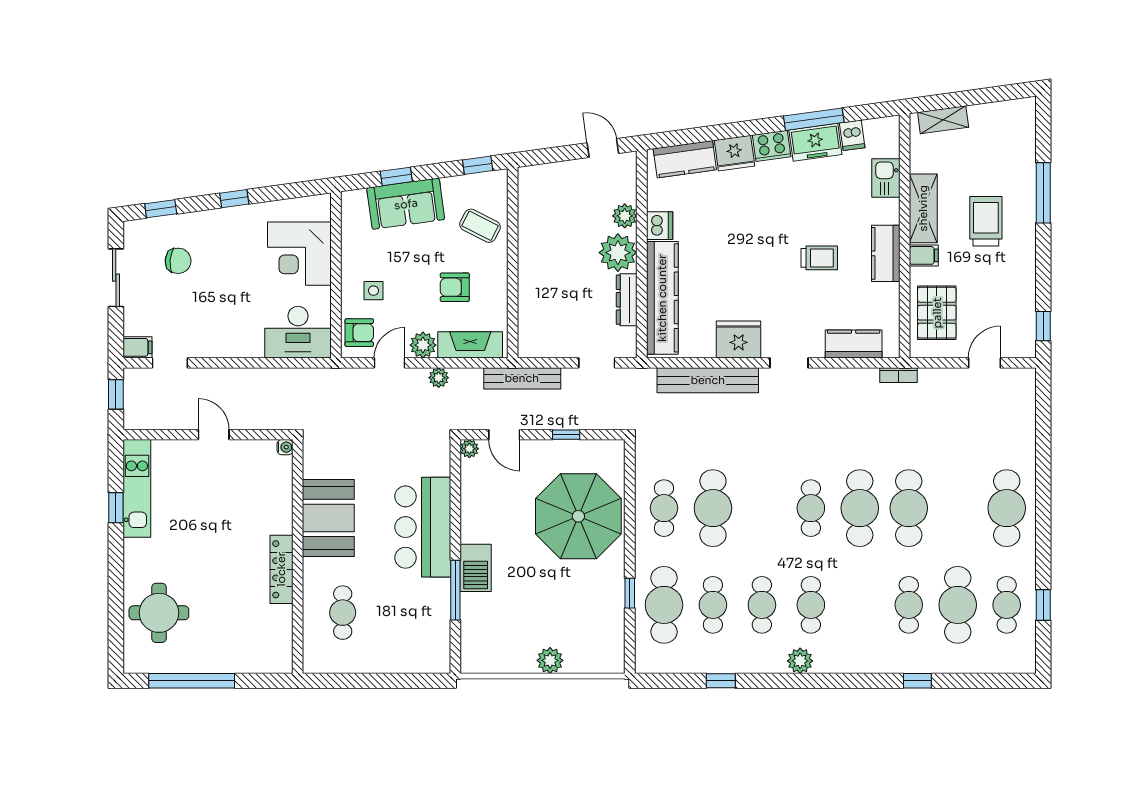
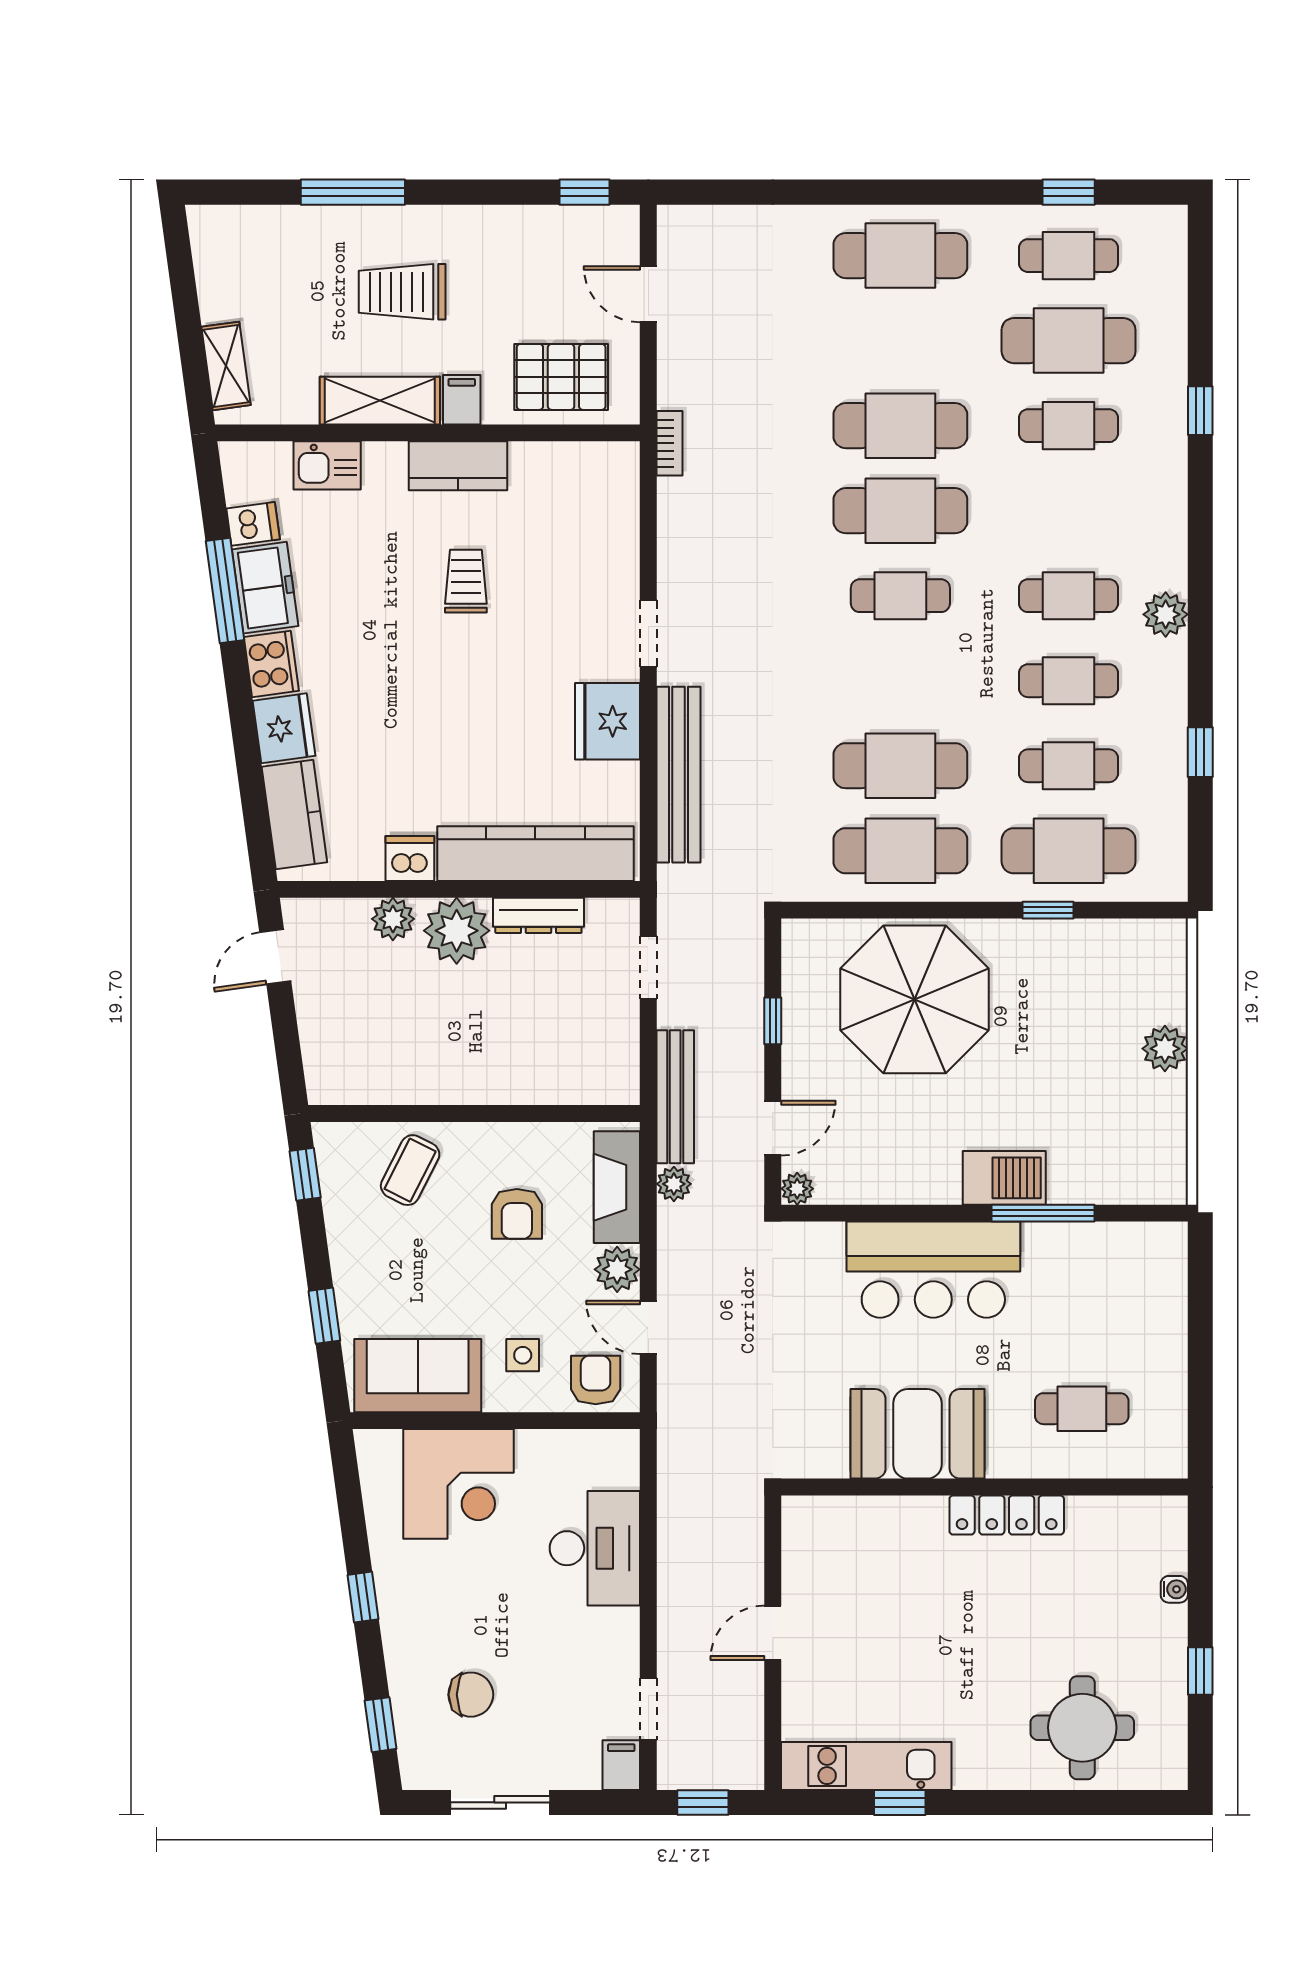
sofa: (406, 204) -> (418, 1376), moved, turned -82
chair: (178, 261) -> (471, 1695), turned 85
desk: (298, 332) -> (595, 1548), moved
kitchen counter: (854, 344) -> (615, 521), removed
plant: (439, 378) -> (674, 1184), moved
water cooler: (285, 447) -> (1174, 1589), moved, turned 90
cafe table: (664, 508) -> (900, 851), width x1.37, depth x1.35
window: (192, 681) -> (1200, 1671), width x0.32

